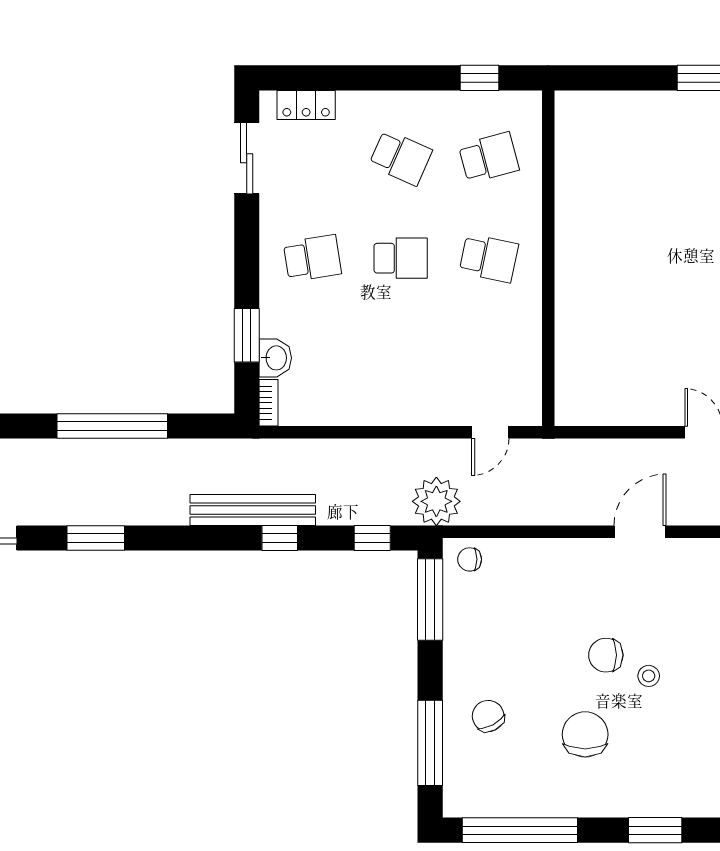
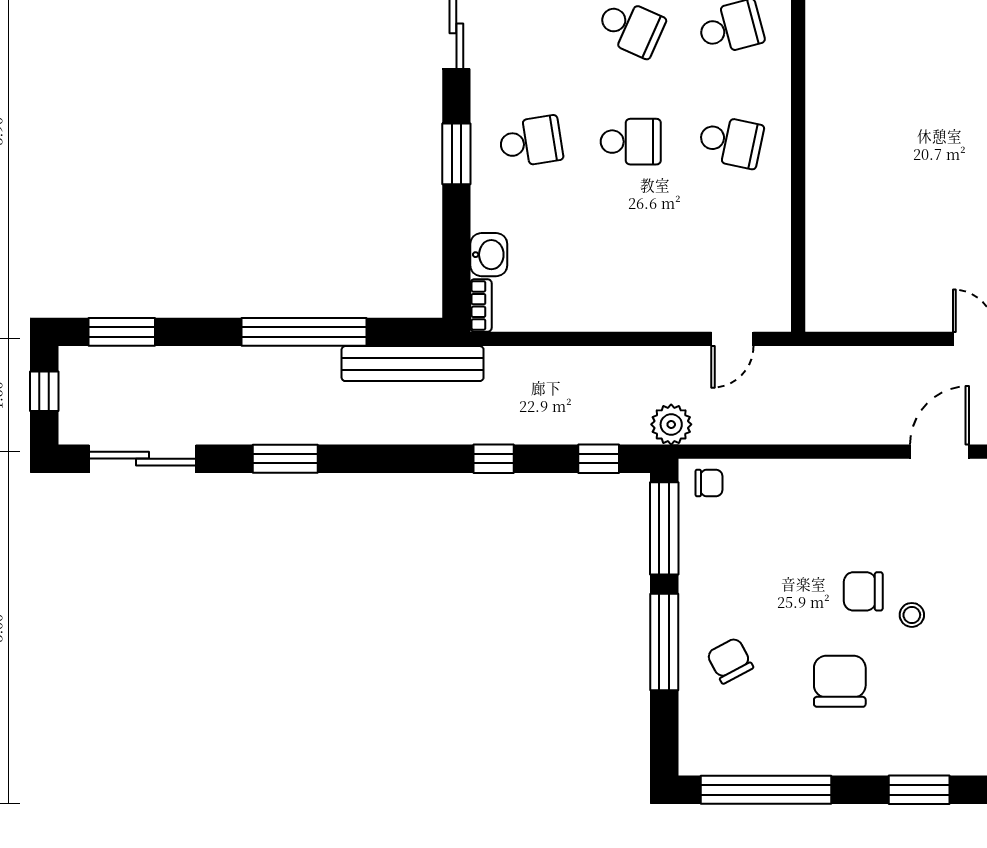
window: (247, 335) -> (456, 154), moved
plant: (436, 501) -> (671, 424), width x0.73, depth x0.73
bench: (253, 510) -> (413, 364), moved
door: (640, 532) -> (939, 452), moved
chair: (470, 559) -> (709, 483), turned 180
window: (430, 743) -> (664, 642), moved

